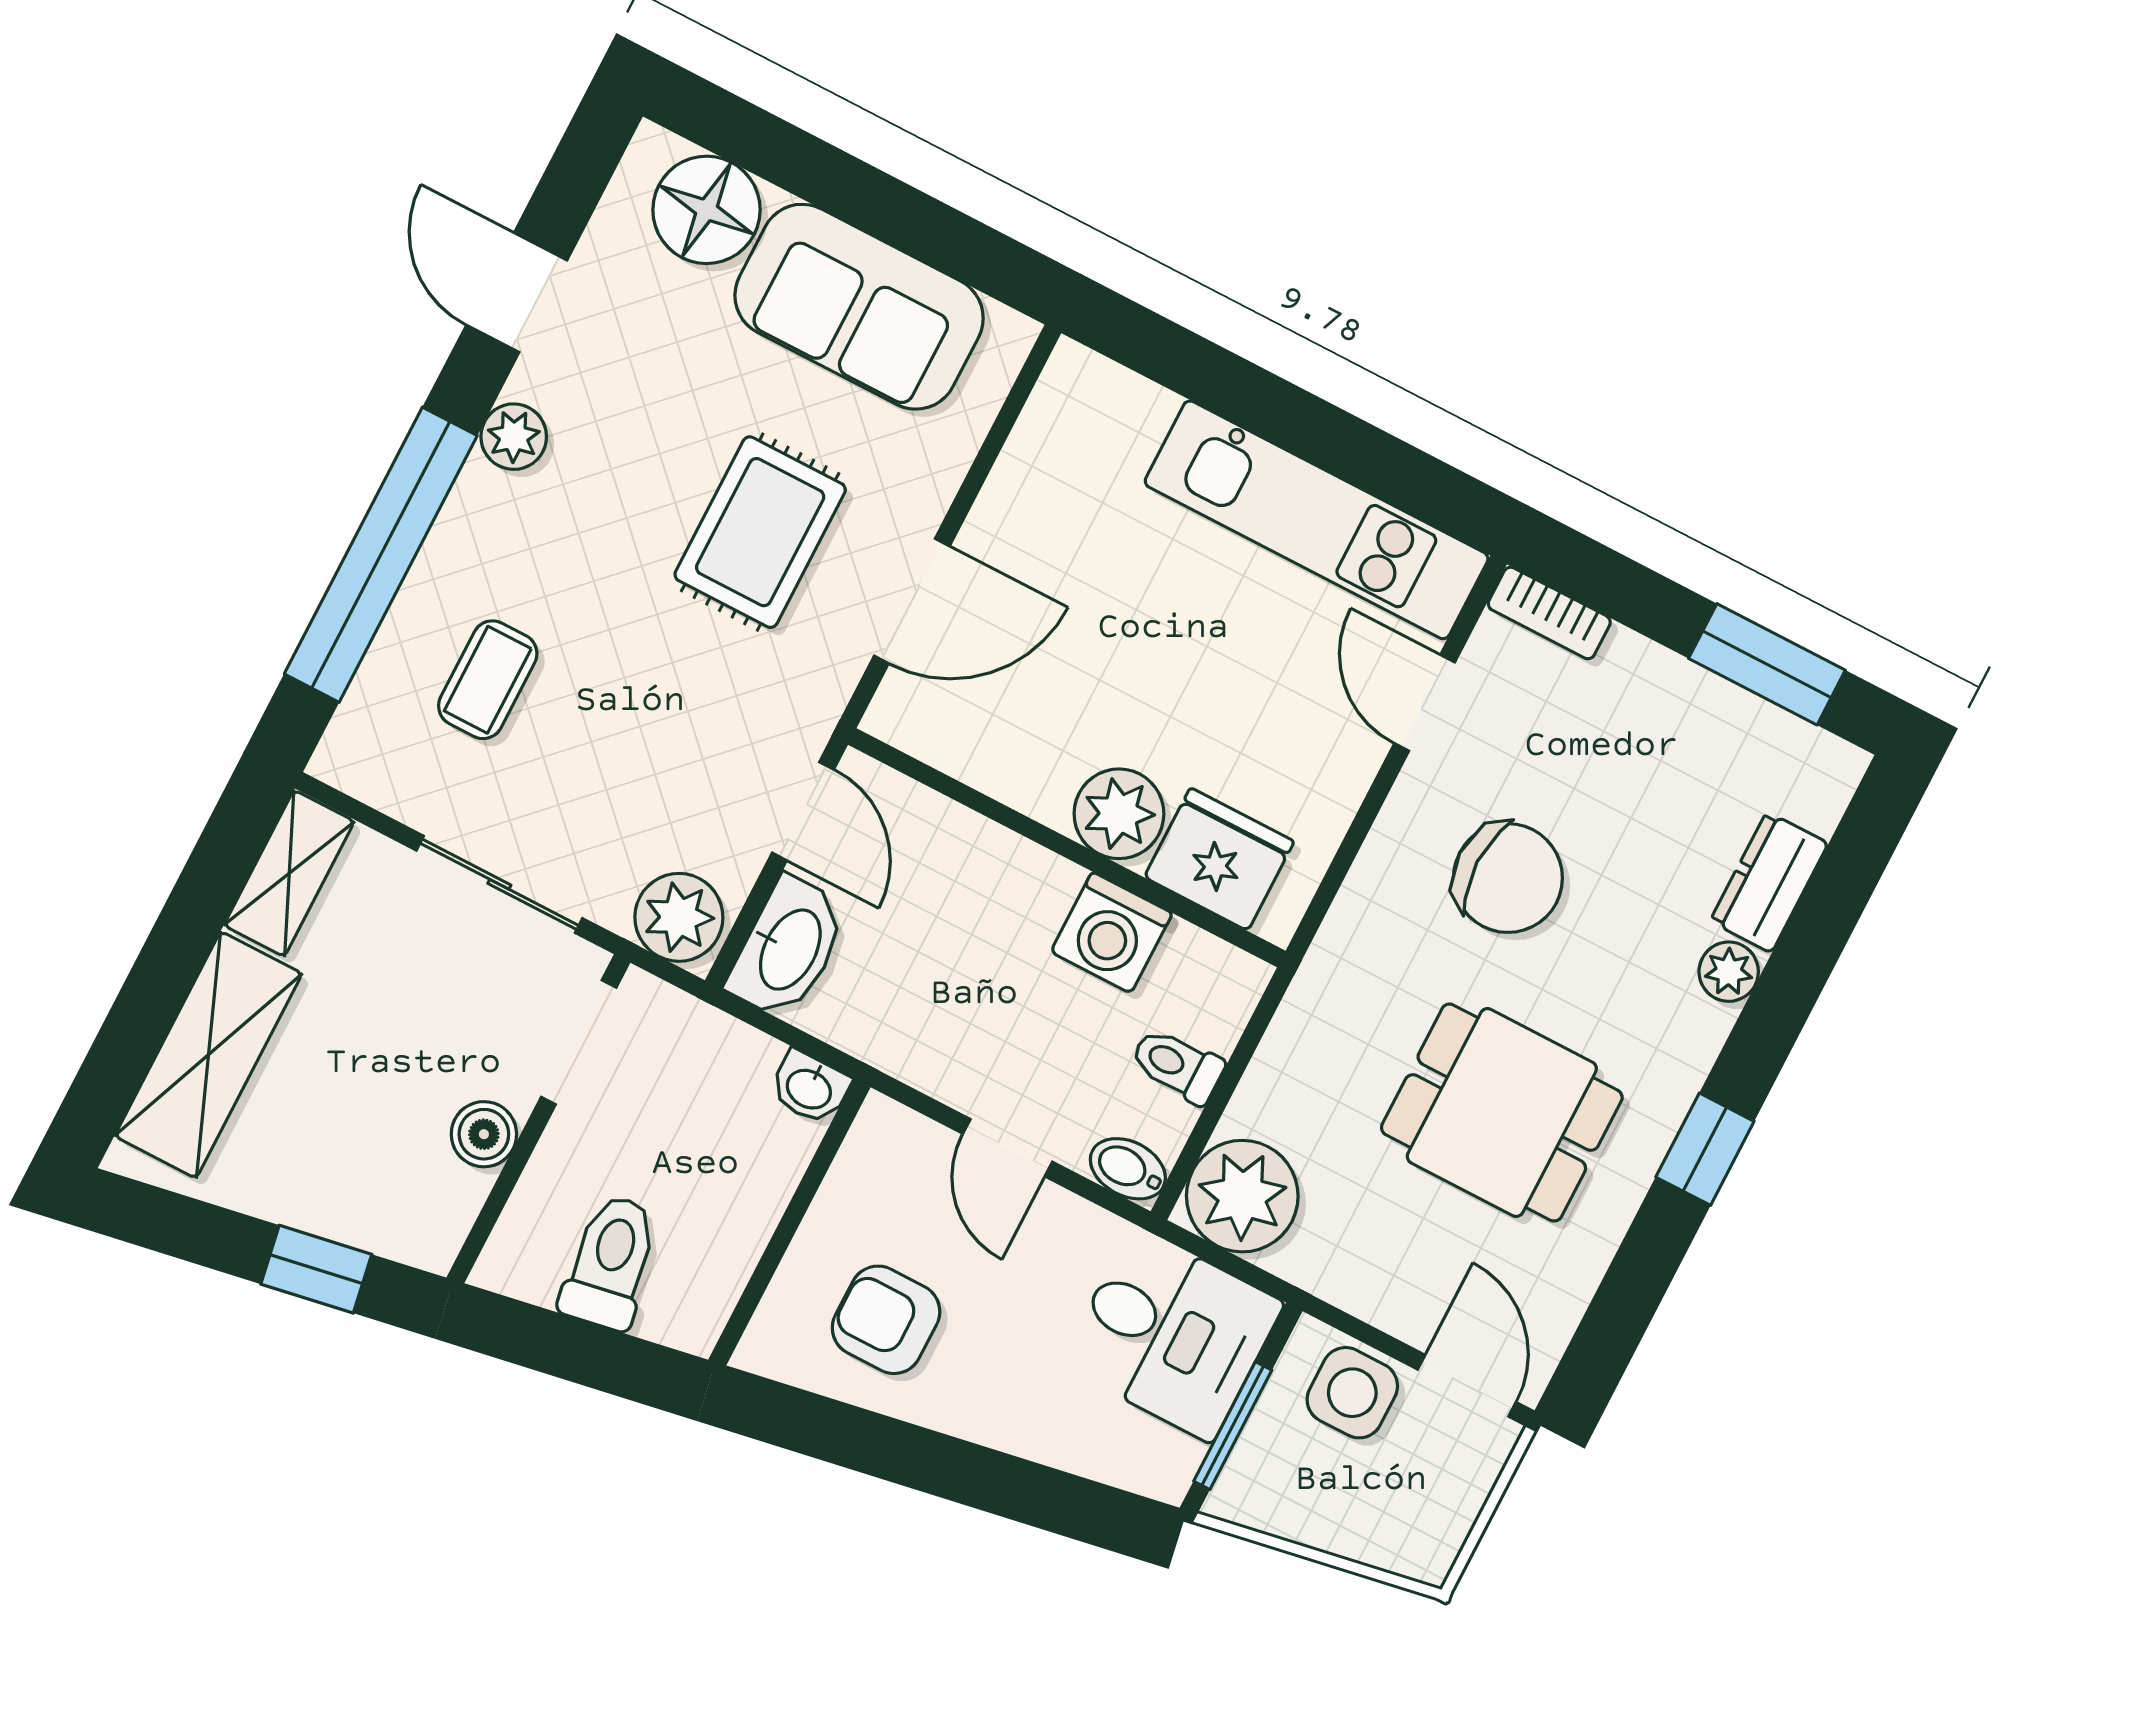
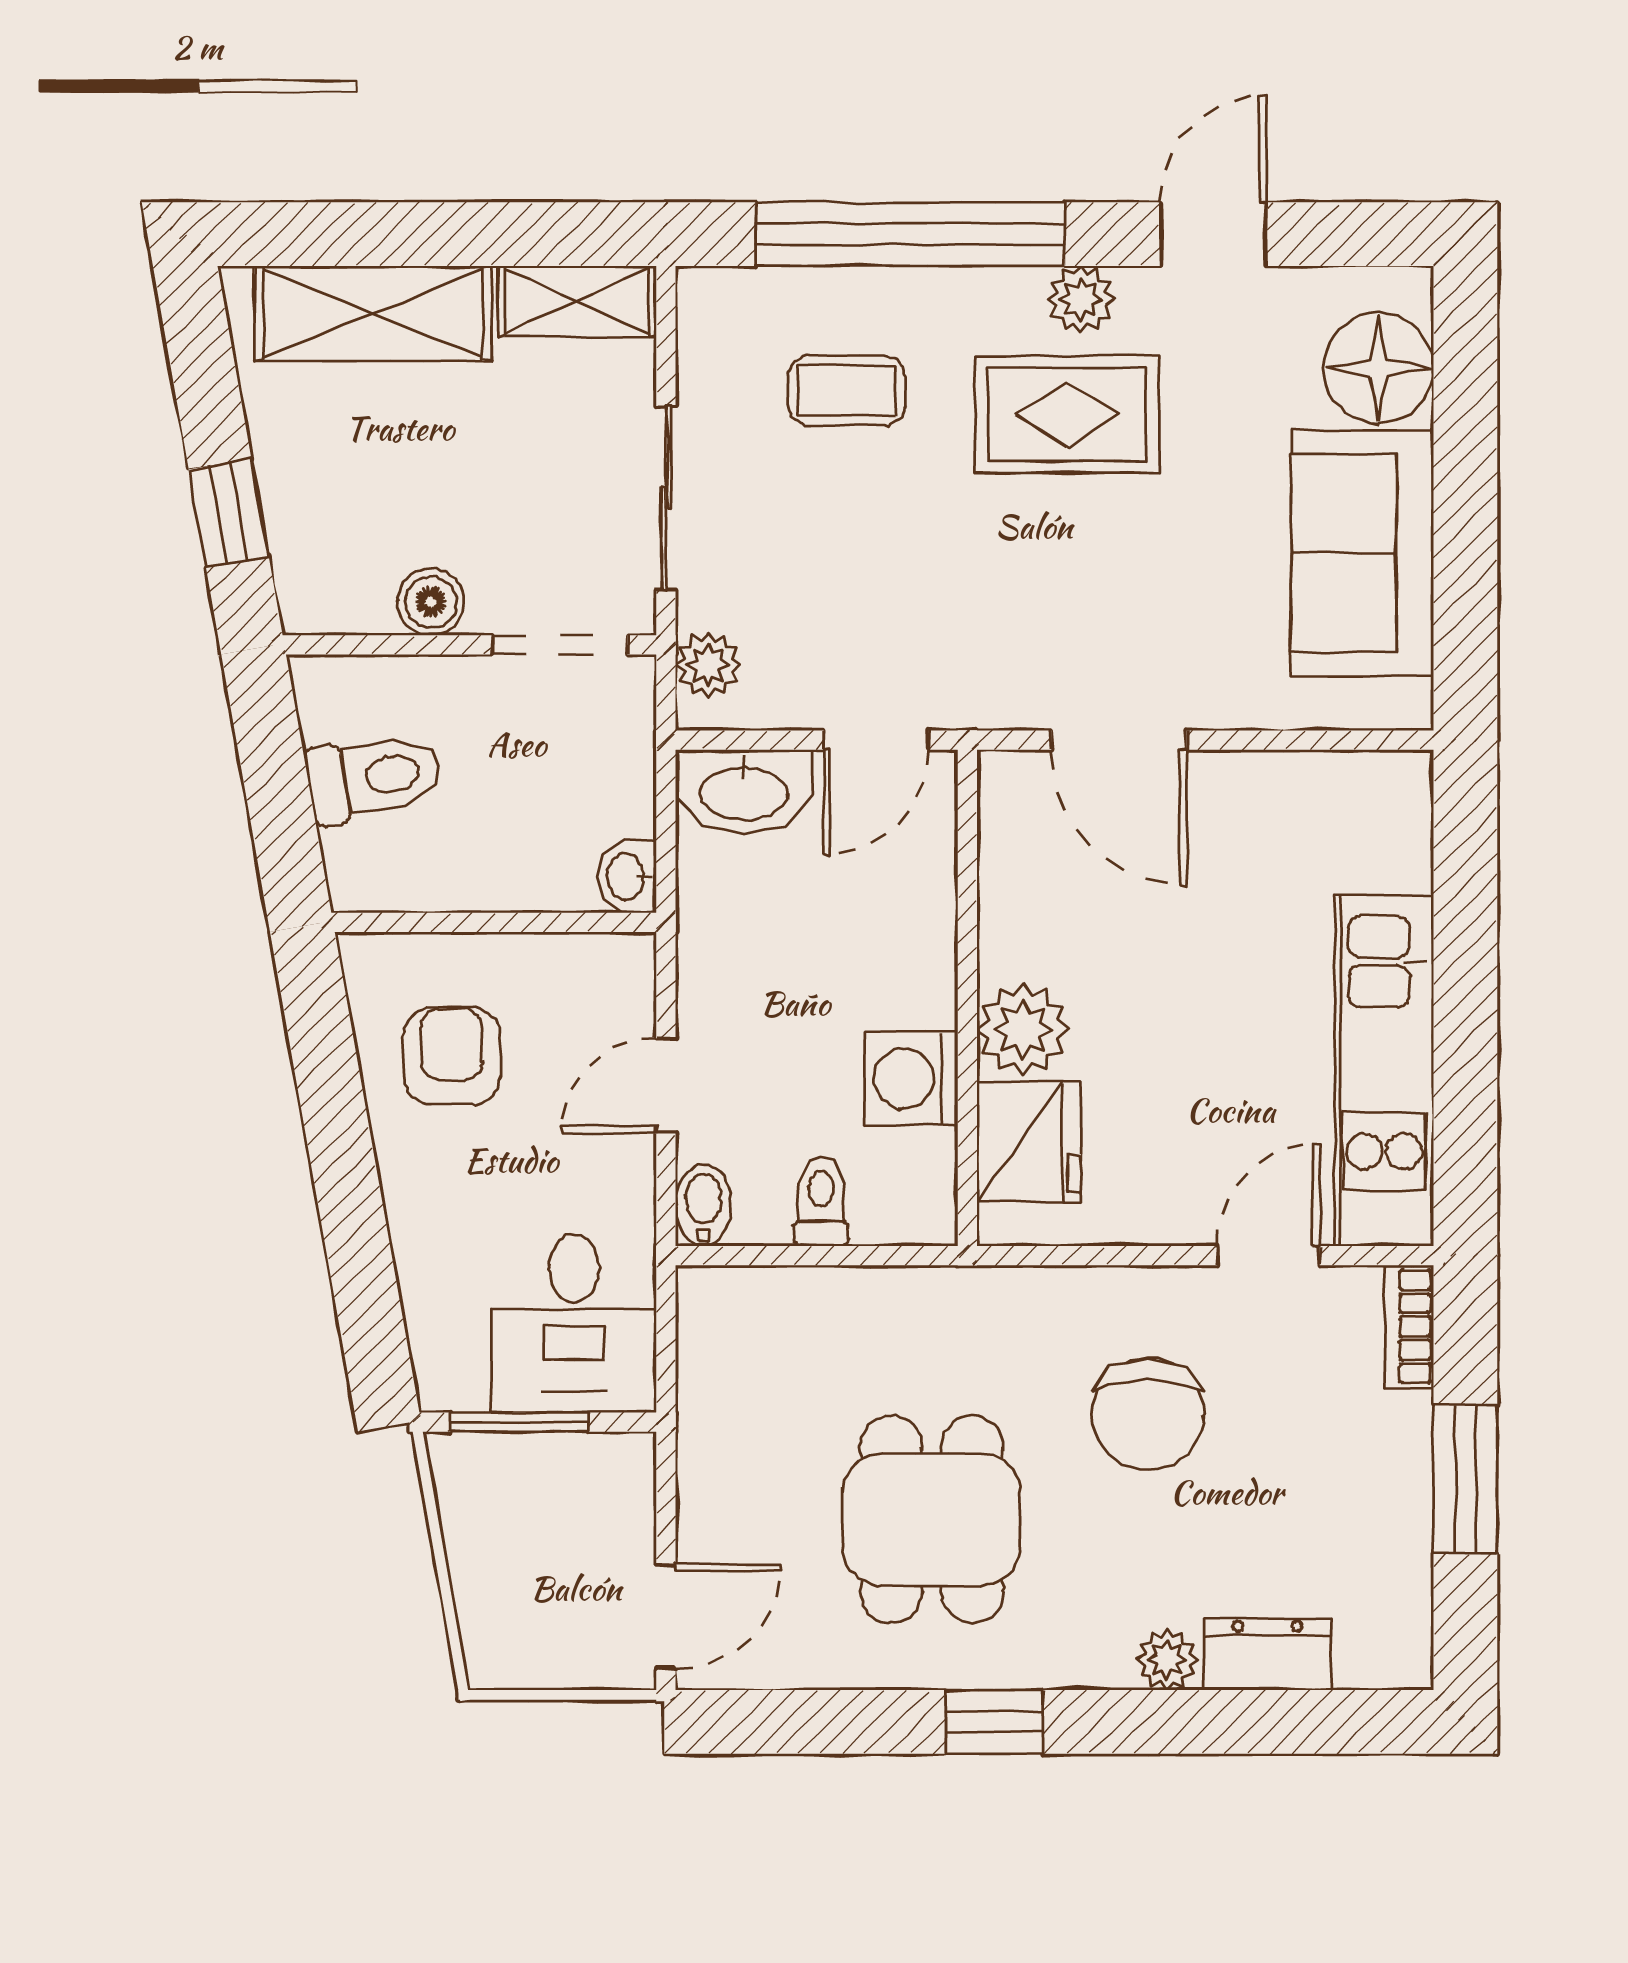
rug: (760, 532) -> (1067, 414), moved
window: (1767, 664) -> (1465, 1479), moved
plant: (679, 917) -> (708, 665), width x0.73, depth x0.73
plant: (1242, 1196) -> (733, 1322), removed
side table: (1352, 1393) -> (606, 1515), removed

